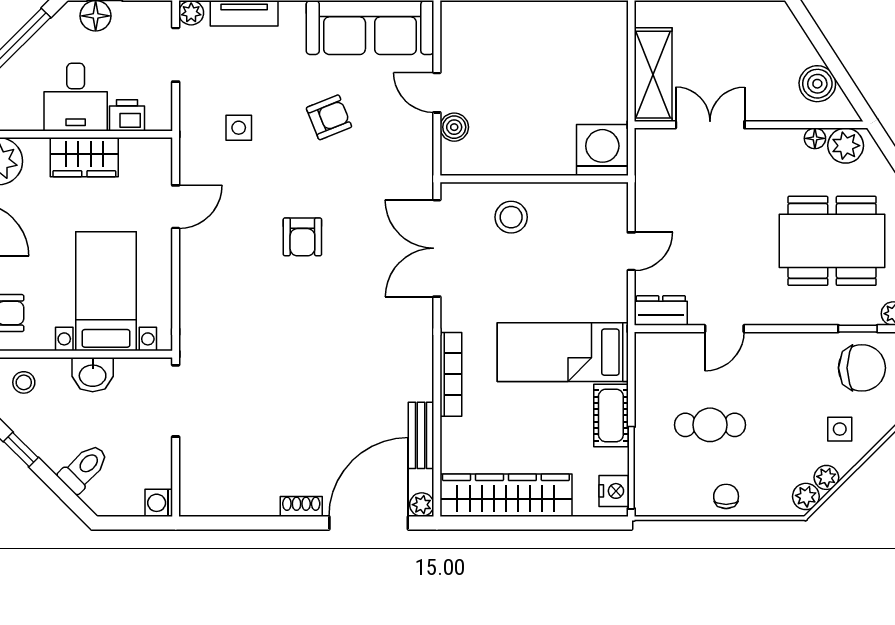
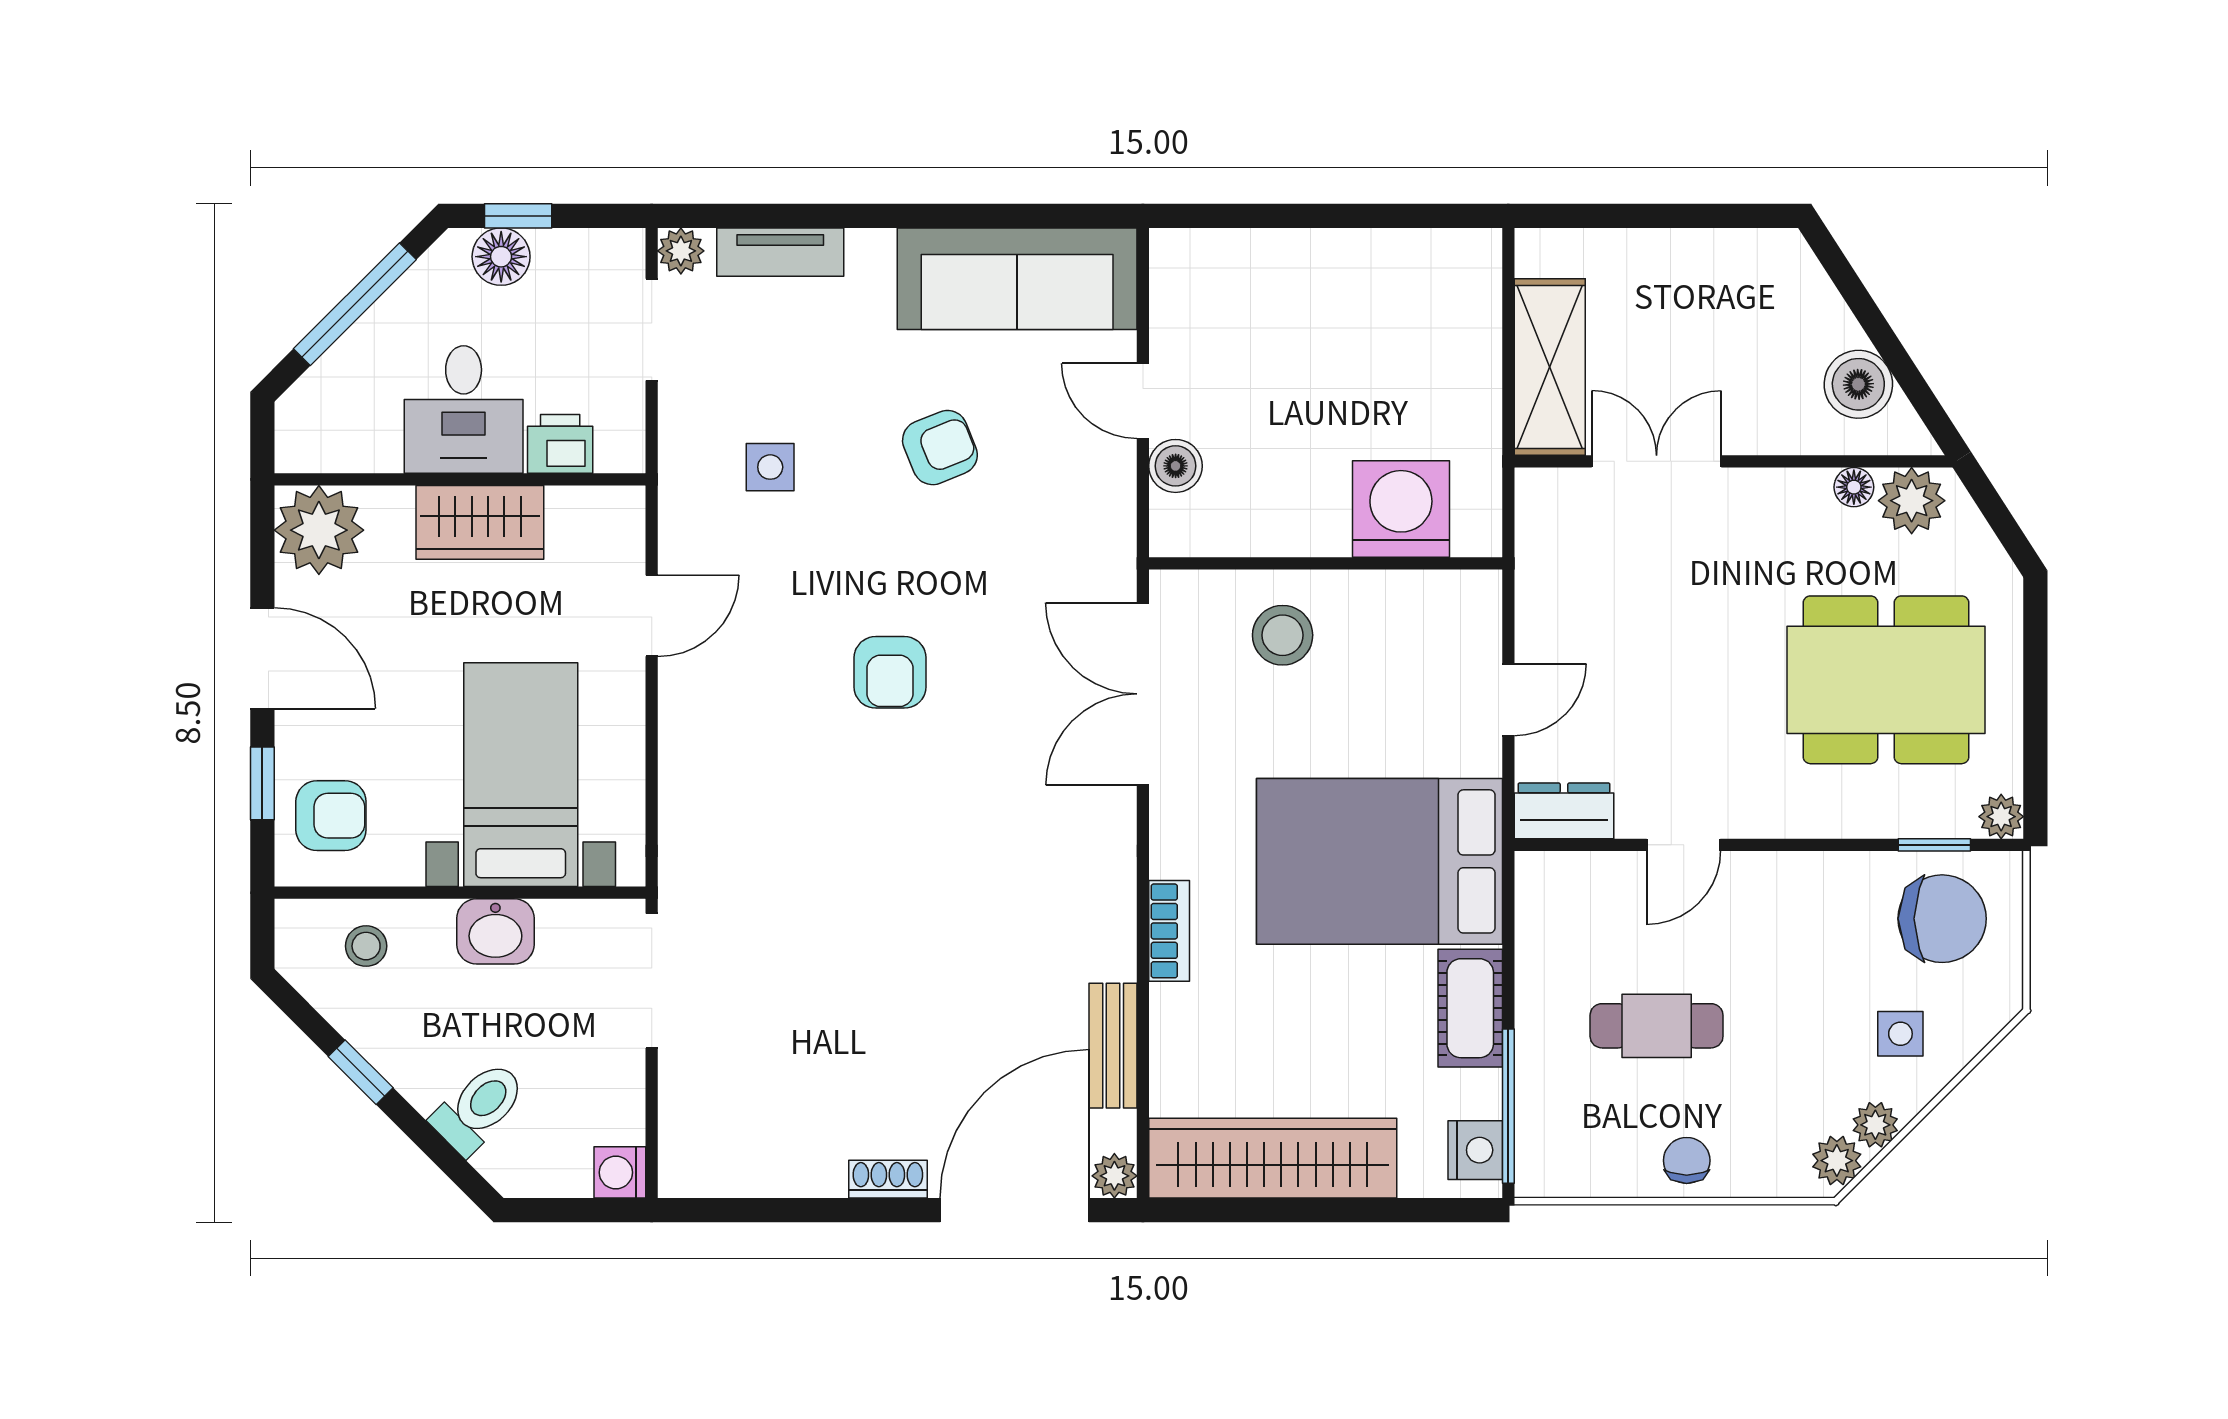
washing machine: (602, 150) -> (1401, 509), moved
bed: (563, 352) -> (1379, 861), width x1.50
bookcase: (451, 374) -> (1169, 931), width x0.64

